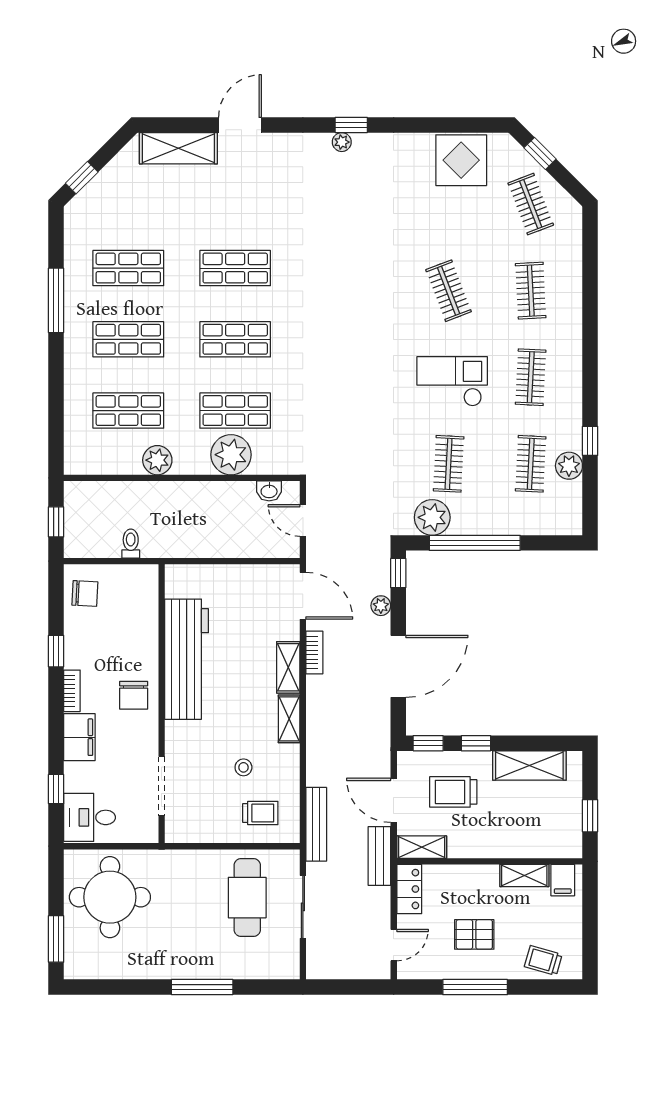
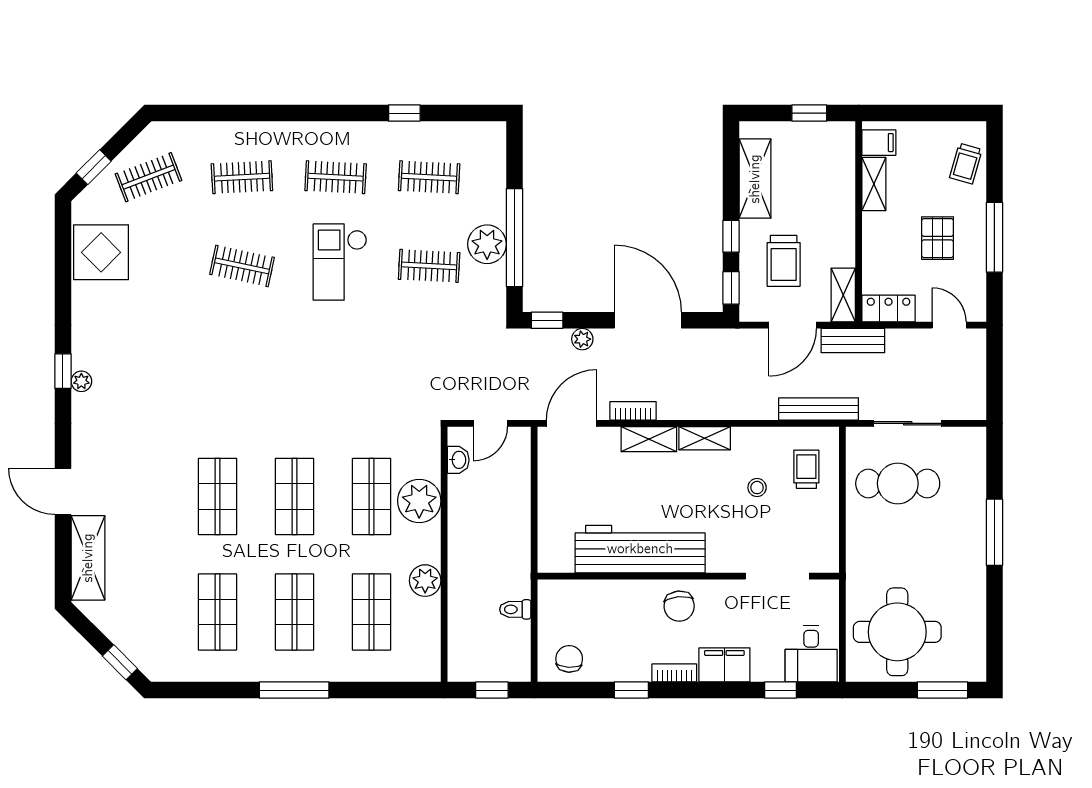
clothes rail: (449, 291) -> (242, 266), turned 33
window: (56, 300) -> (294, 690), moved
plant: (569, 466) -> (431, 136), removed
plant: (432, 517) -> (487, 244), moved
chair: (134, 695) -> (679, 606), turned 84

